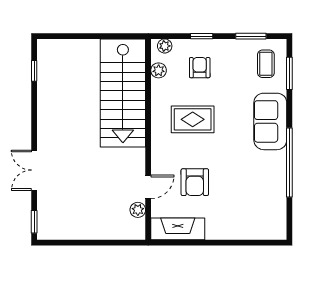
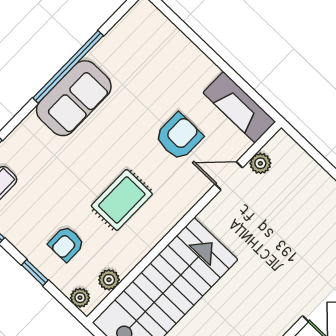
rug: (193, 119) -> (122, 200), turned 90
sofa: (270, 121) -> (74, 98), moved

